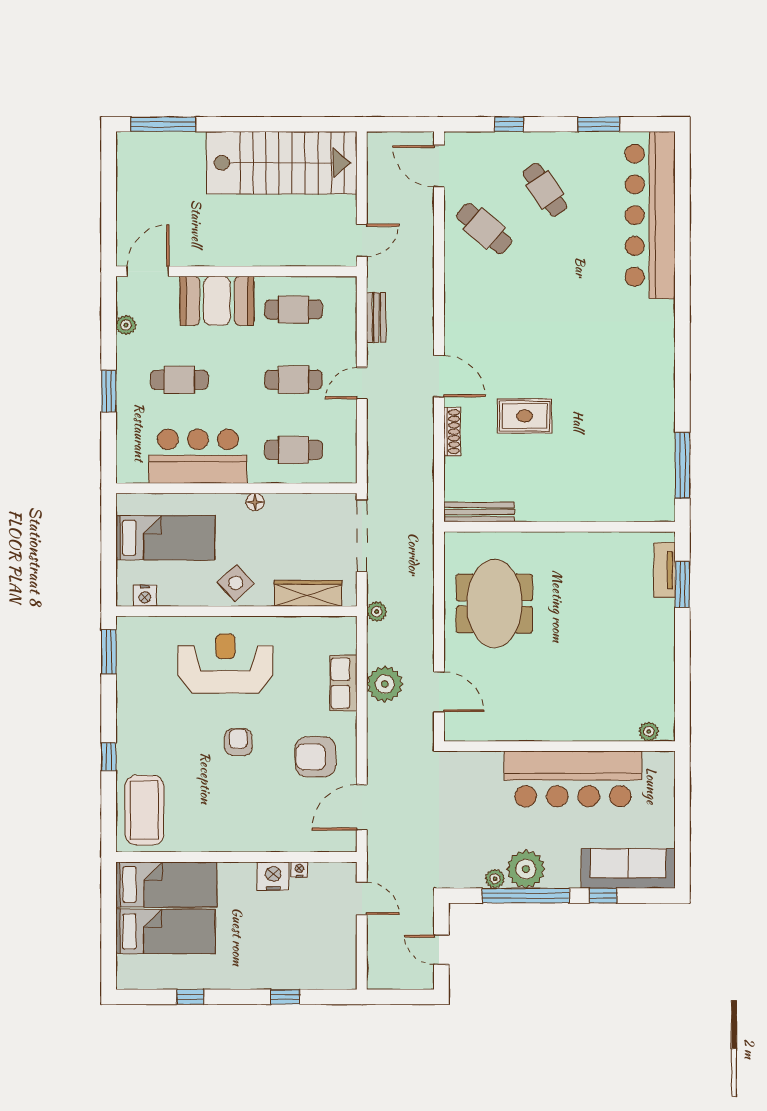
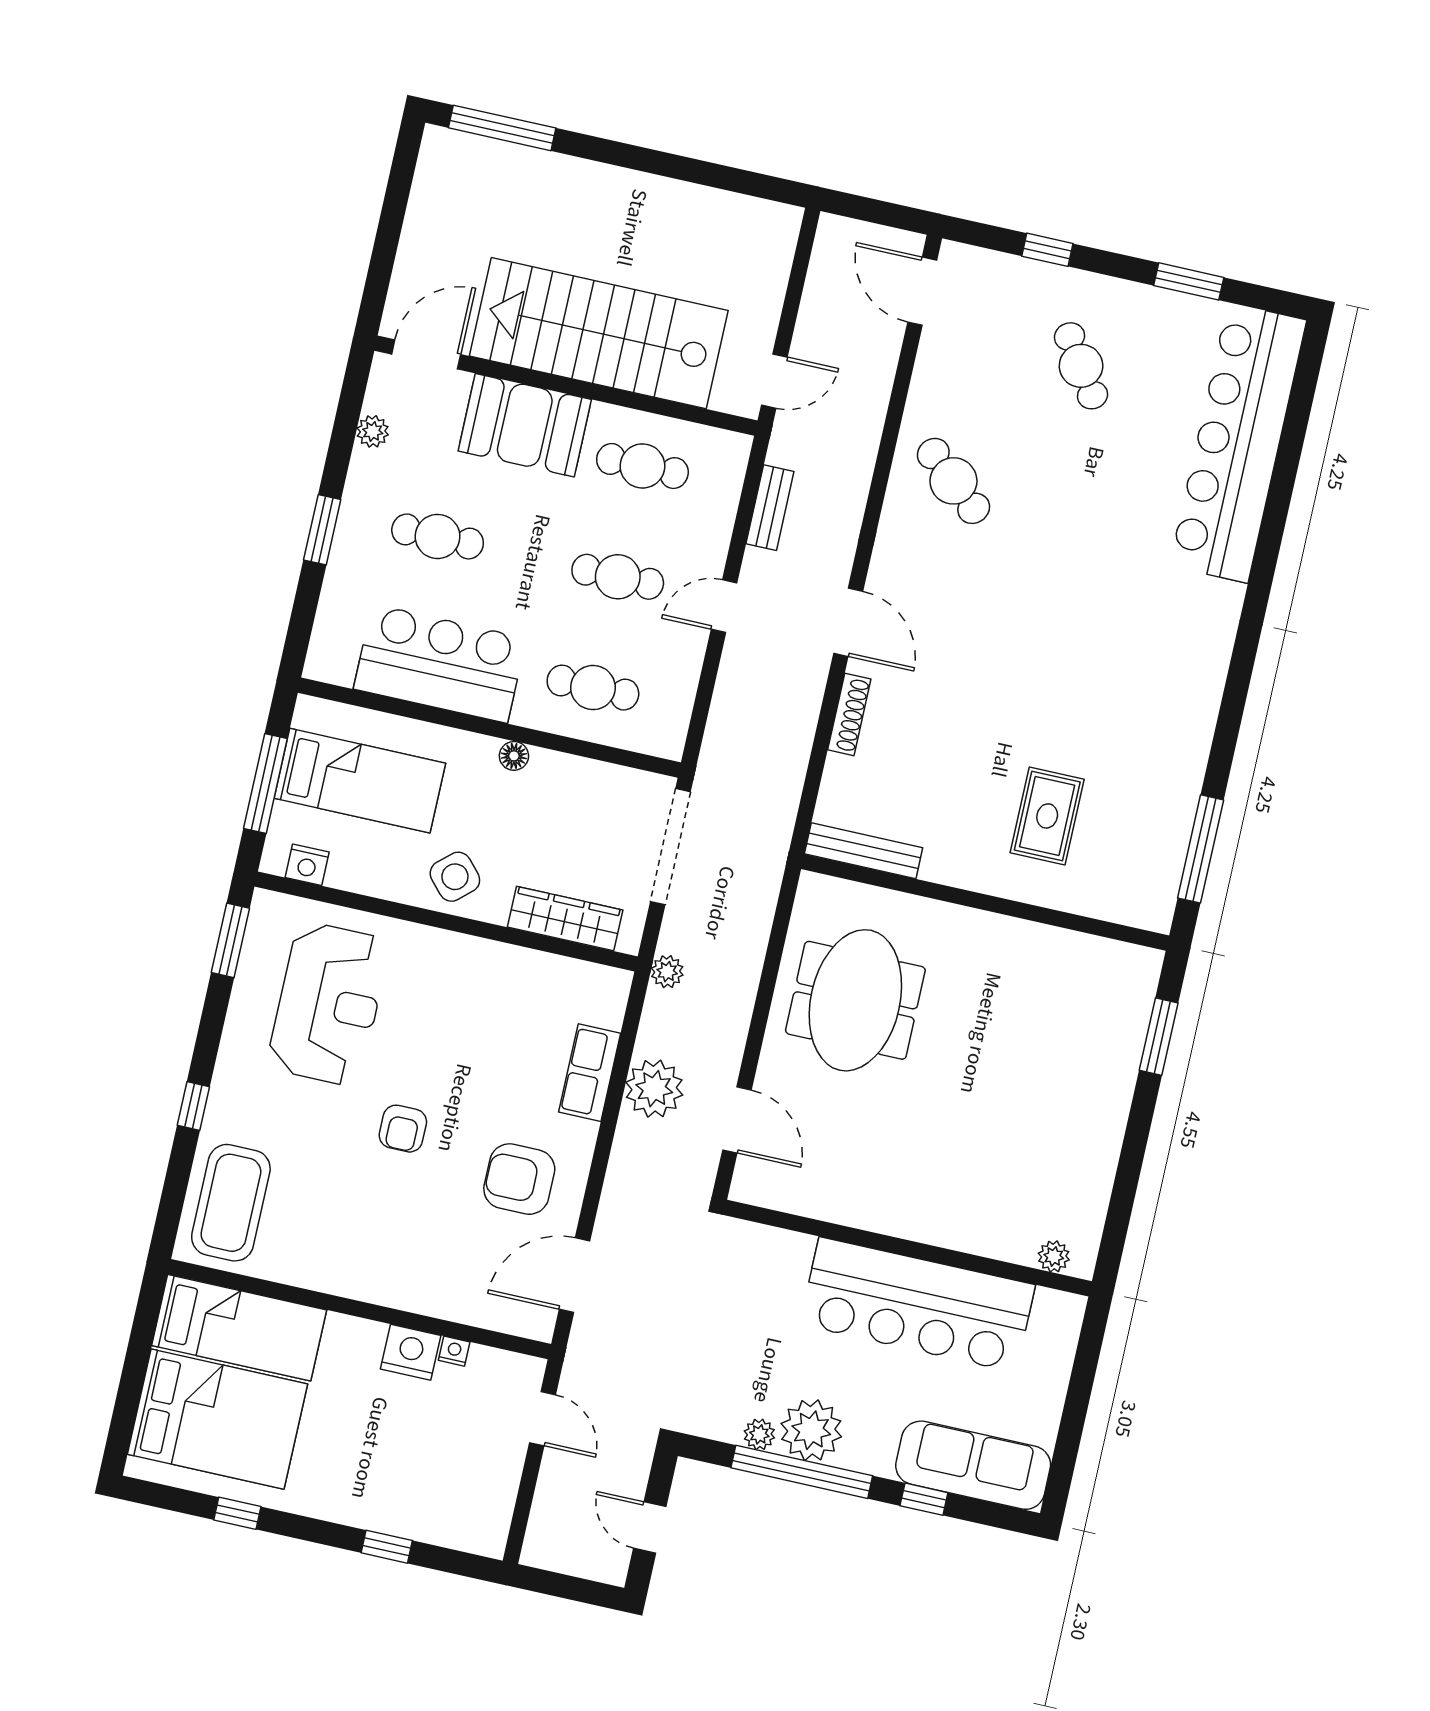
stairs: (282, 163) -> (599, 333), moved, turned 180
cafe table: (484, 229) -> (953, 481), moved
rug: (525, 416) -> (1047, 816), moved, turned 90
window: (109, 552) -> (265, 783), added
tv unit: (665, 570) -> (1136, 1008), removed
reception desk: (225, 664) -> (328, 1004), moved, turned 90
armchair: (238, 742) -> (403, 1129), turned 180
bed: (166, 931) -> (218, 1419), width x1.50

